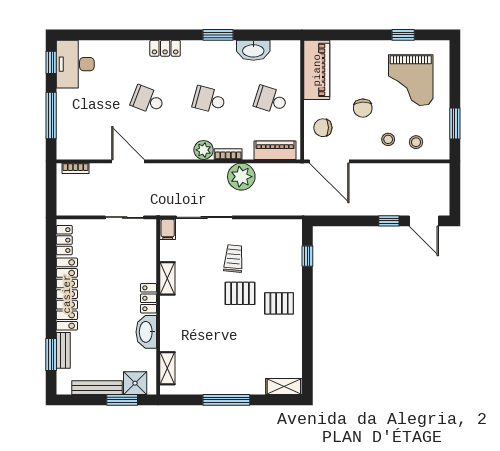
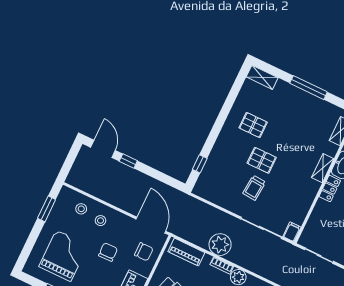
shelving: (167, 278) -> (323, 168), moved
pallet: (279, 303) -> (253, 125), moved

